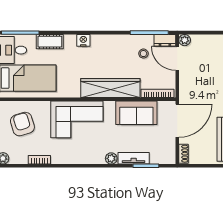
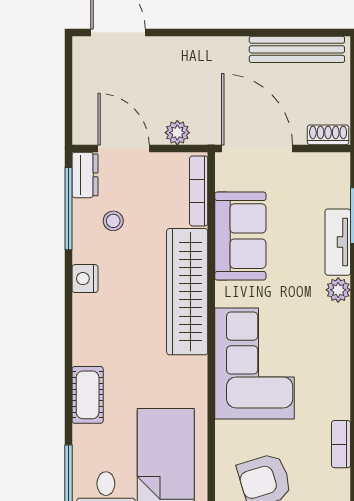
nightstand: (83, 40) -> (85, 279), moved
plant: (185, 40) -> (177, 133), moved
cot: (50, 42) -> (88, 395), moved
door: (177, 58) -> (124, 148), swing flipped

